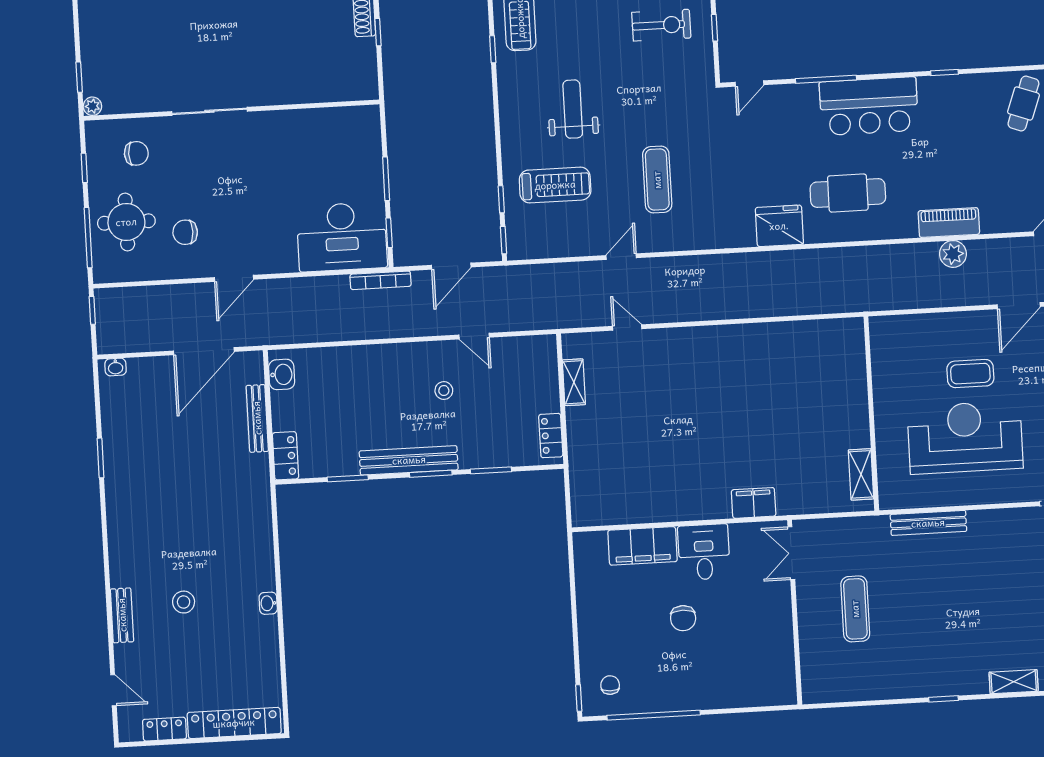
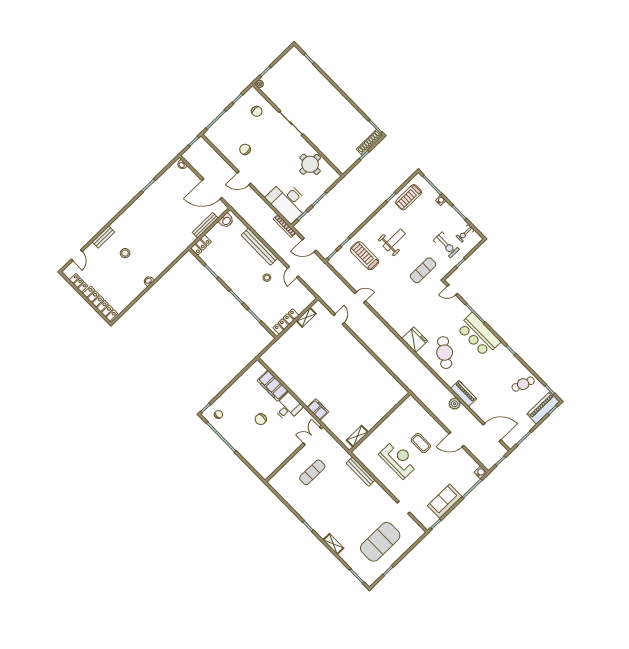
exercise mat: (657, 180) -> (423, 270), moved
treadmill: (555, 185) -> (365, 256), turned 180
cafe table: (848, 193) -> (445, 353), turned 36
round table: (126, 222) -> (310, 164), moved
locker: (551, 436) -> (286, 321), width x1.53
reception desk: (965, 437) -> (399, 459), width x0.74, depth x0.77
bench: (409, 460) -> (260, 247), moved

